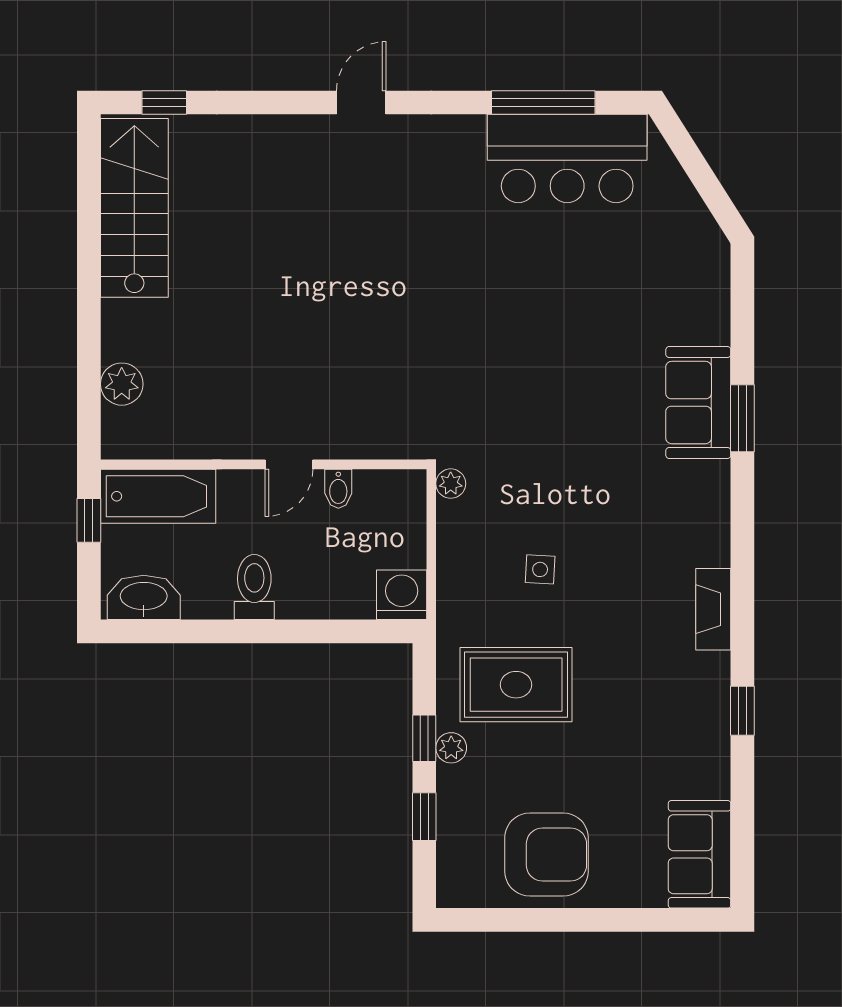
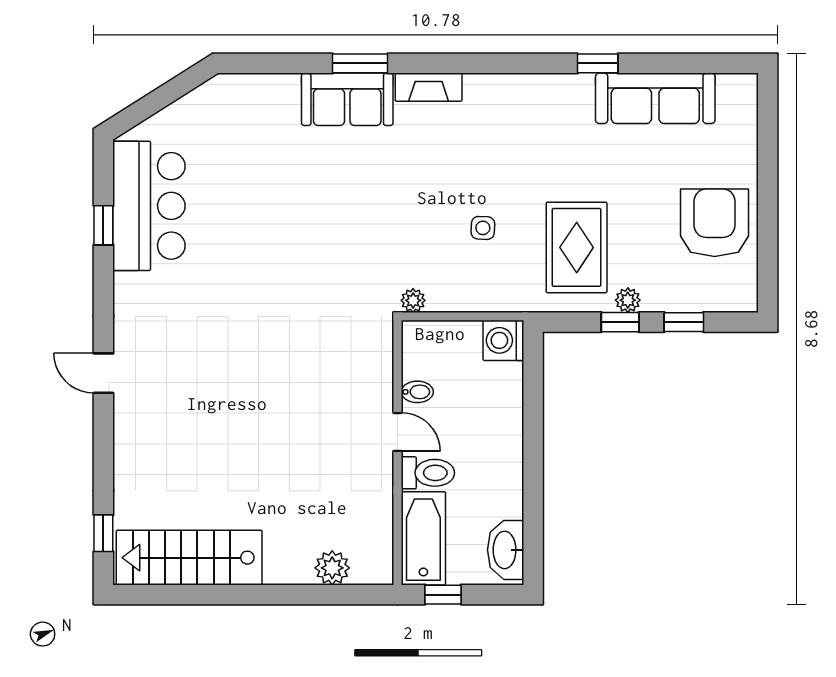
window: (543, 103) -> (103, 225), width x0.46
toilet: (254, 587) -> (428, 473), moved, turned 180
fireplace: (713, 609) -> (429, 87), moved
sofa: (700, 854) -> (655, 98), moved, width x1.36

